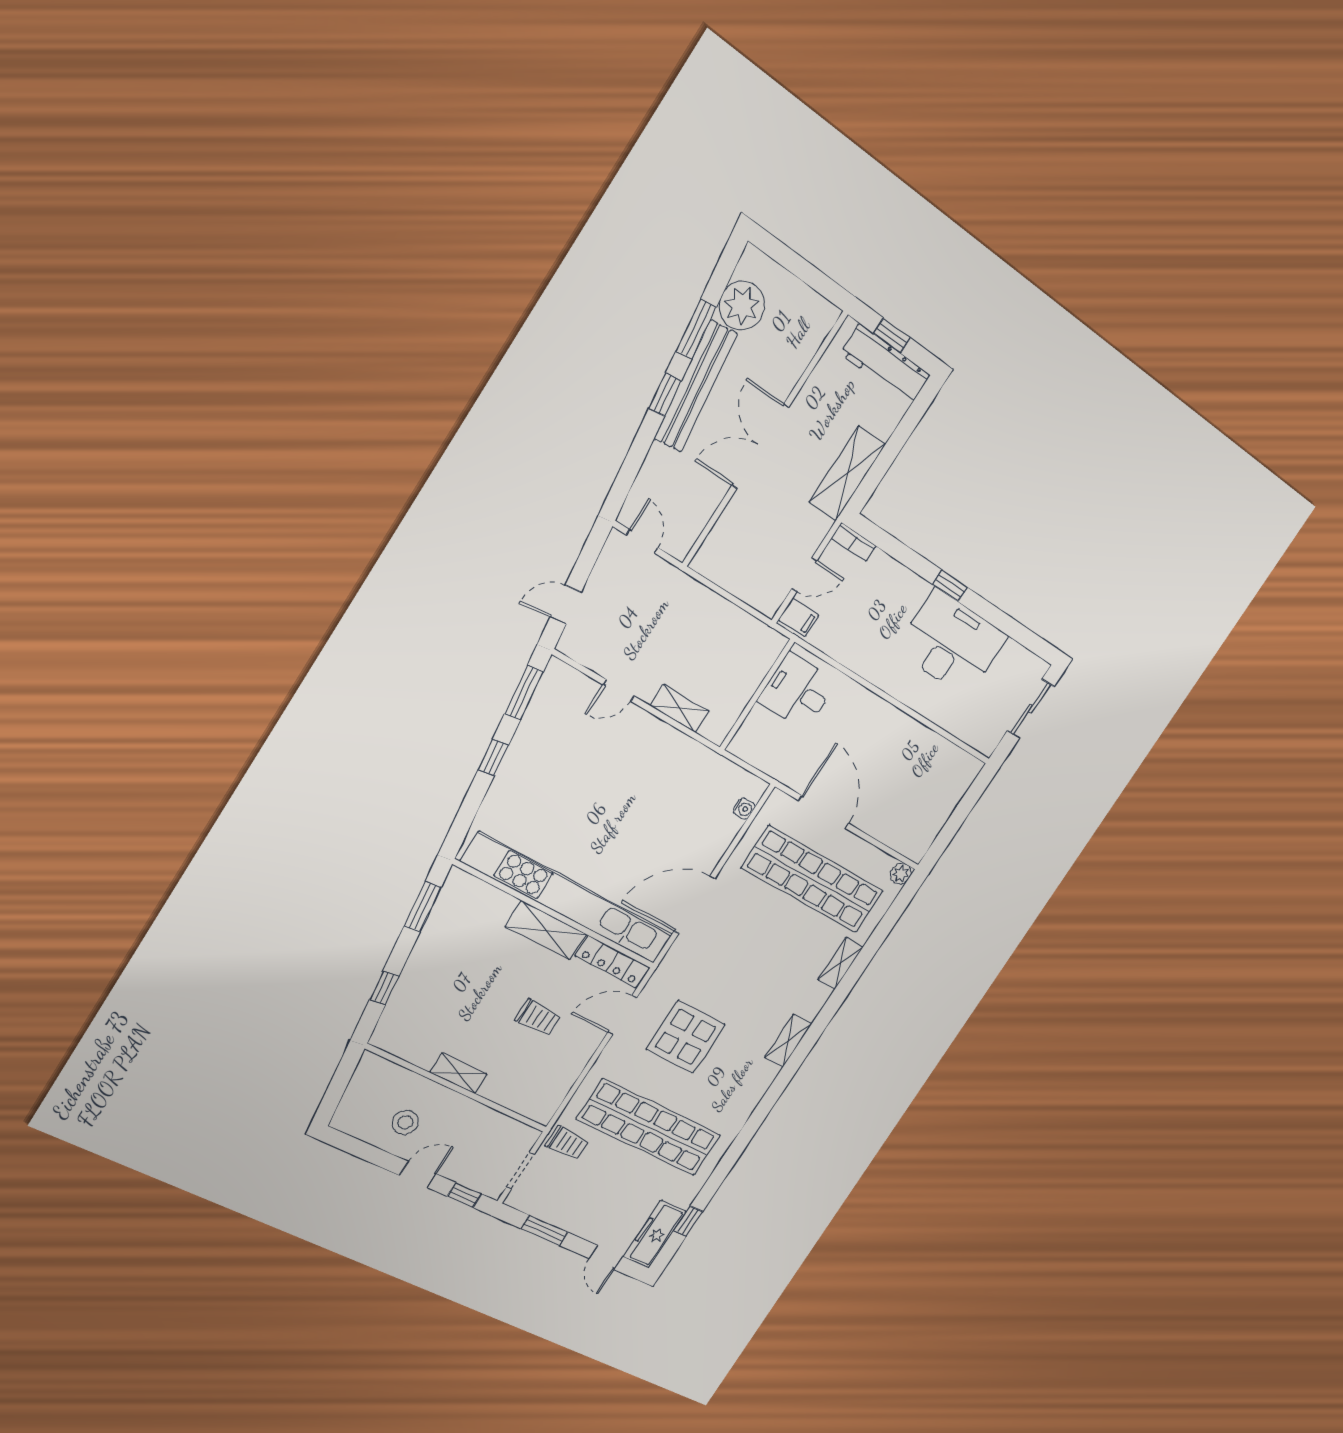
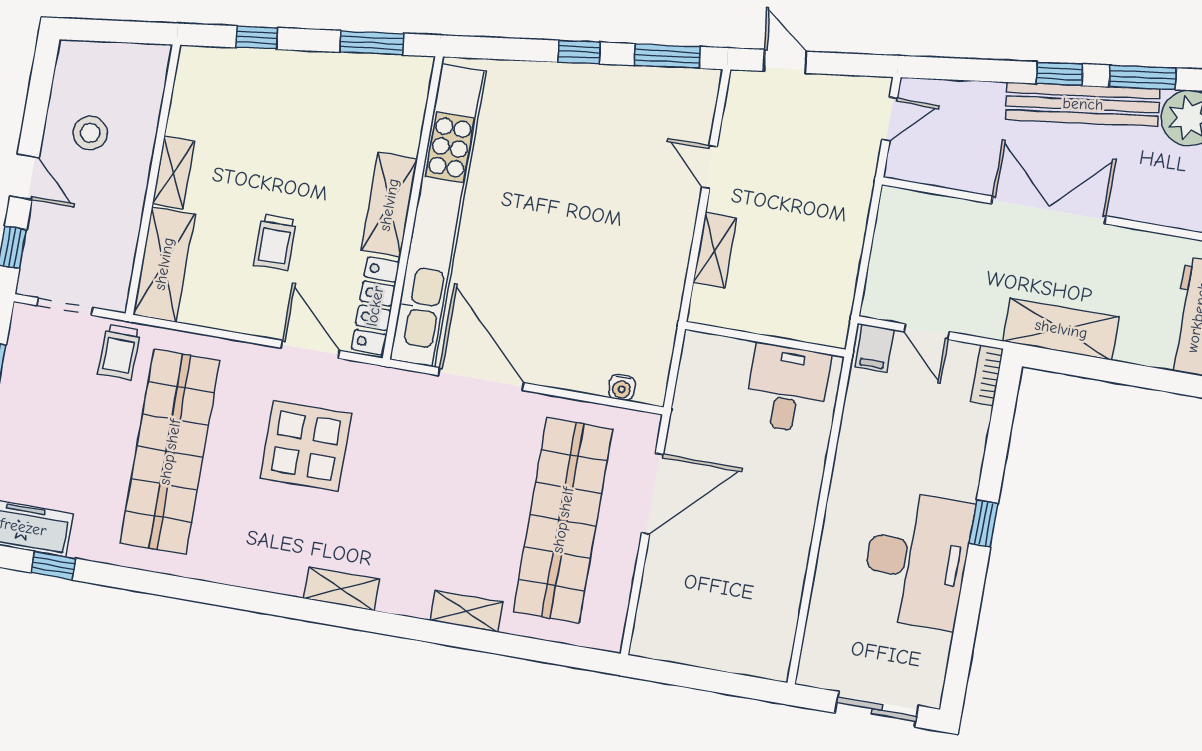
plant: (901, 874) -> (609, 637), removed
shelving: (520, 1097) -> (164, 264), added

